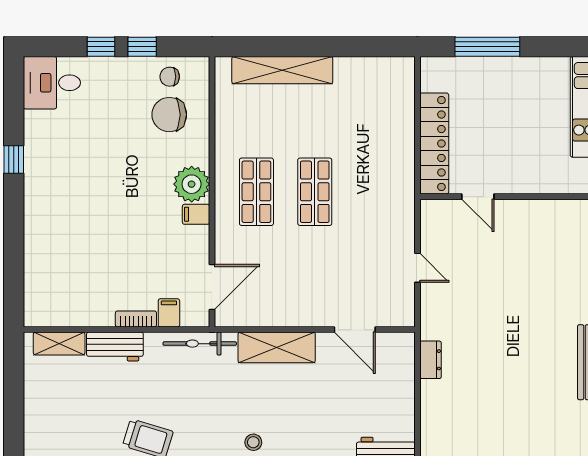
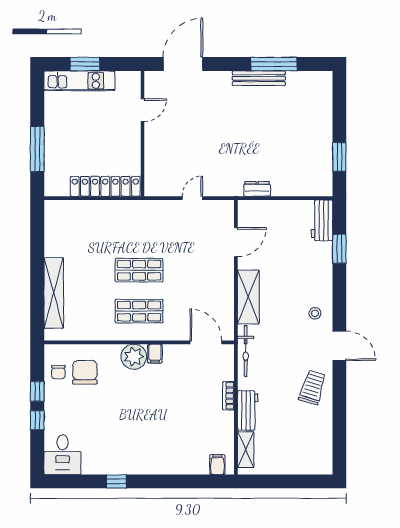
chair: (169, 115) -> (85, 372), turned 180
door: (478, 197) -> (142, 110), moved
filing cabinet: (169, 313) -> (217, 465), moved, turned 90

